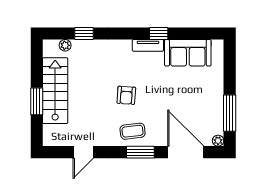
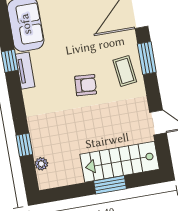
stairs: (55, 91) -> (120, 162), moved

